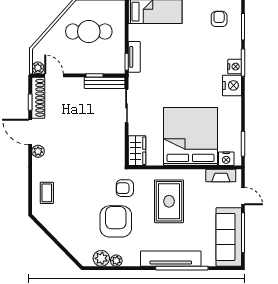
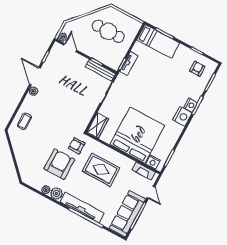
shoe rack: (38, 98) -> (52, 57), removed
rug: (169, 201) -> (101, 170), turned 90
plant: (101, 258) -> (56, 194), moved

